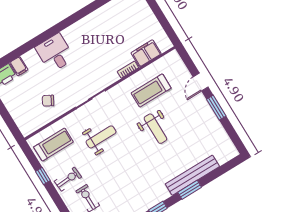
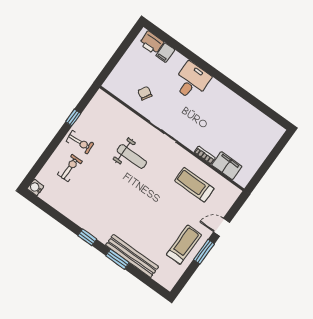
weight bench: (155, 129) -> (161, 204), removed
treadmill: (53, 144) -> (184, 245), moved, turned -90

